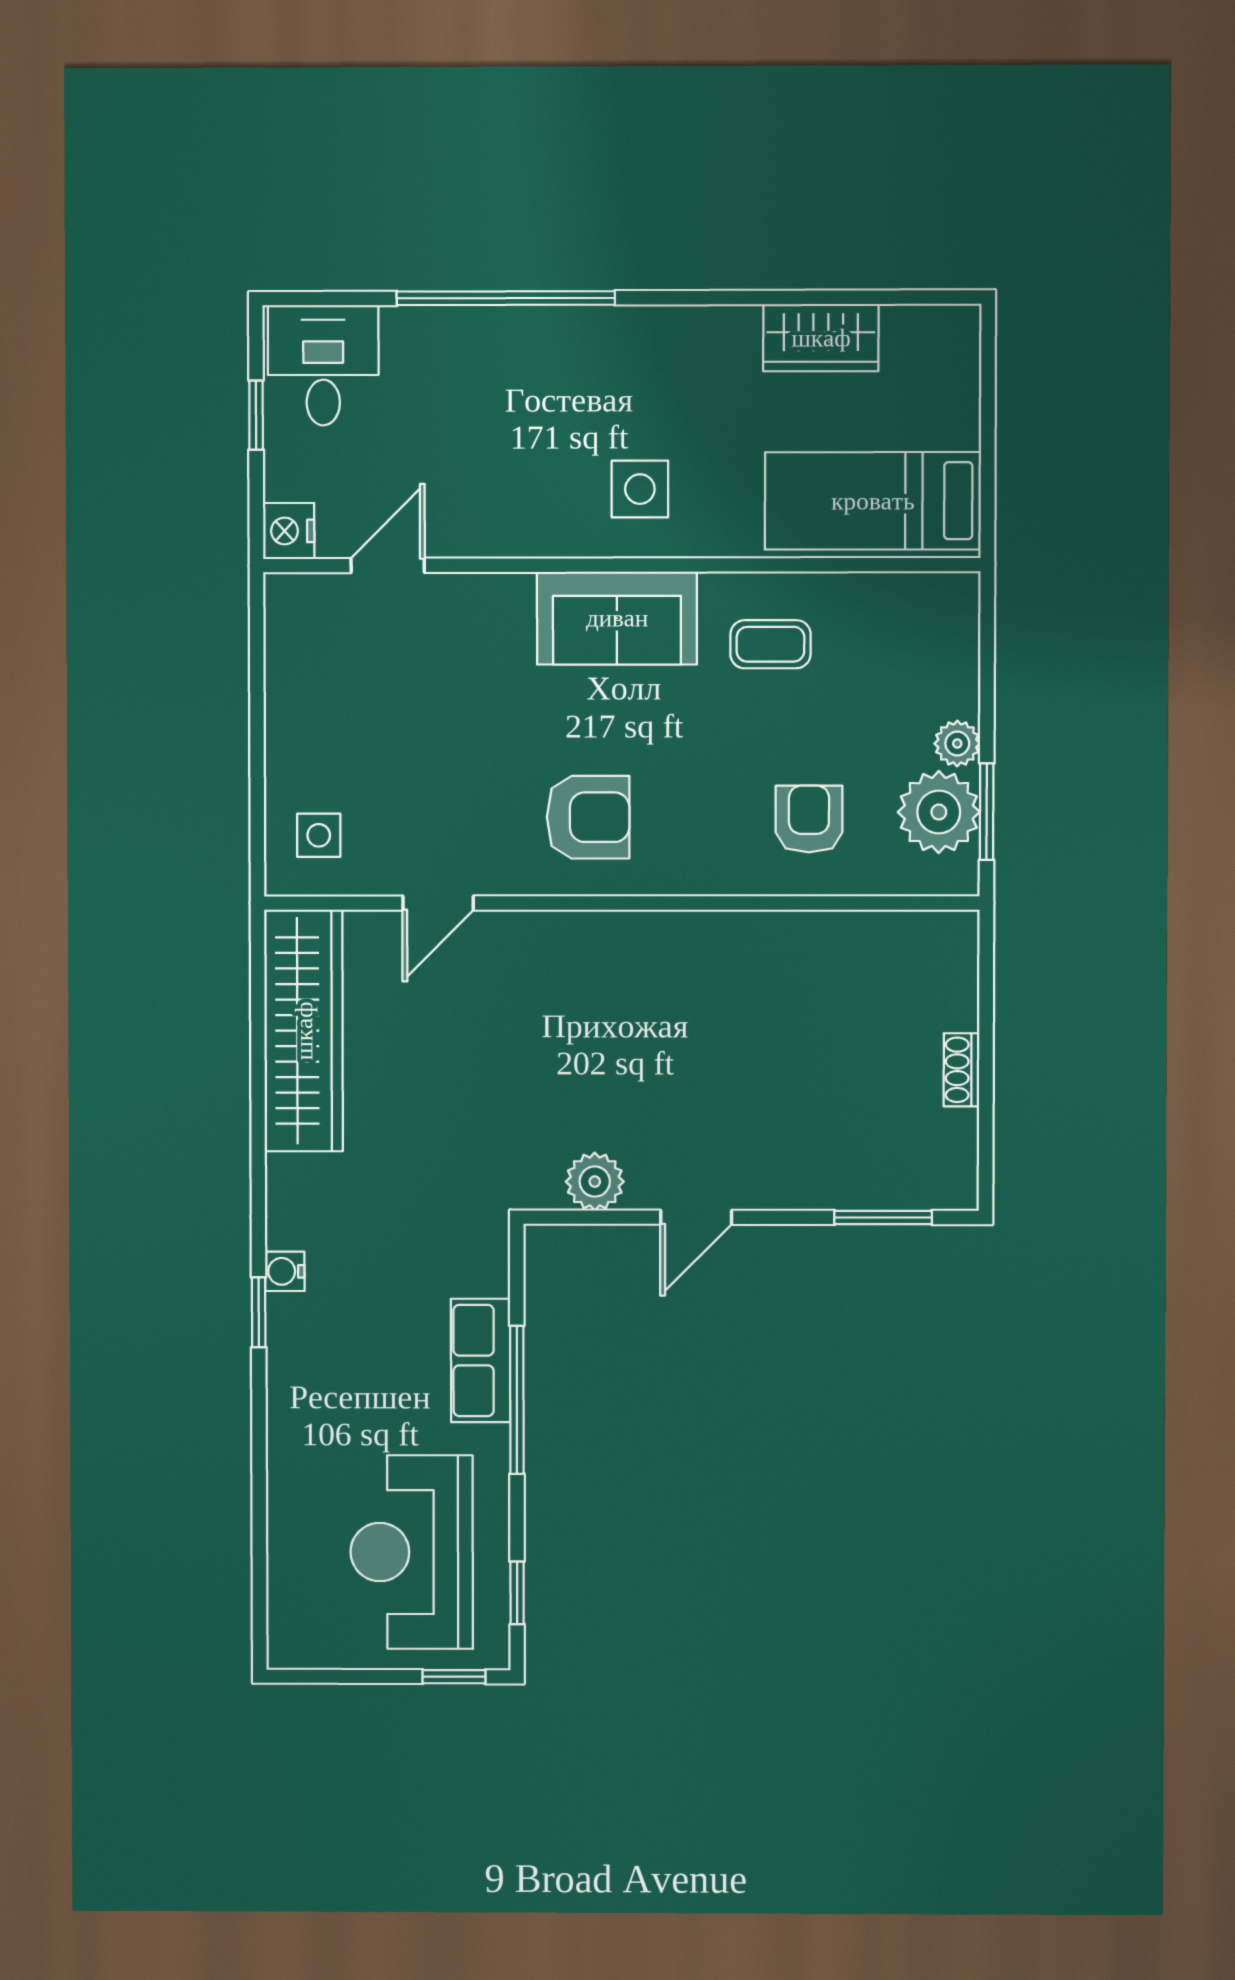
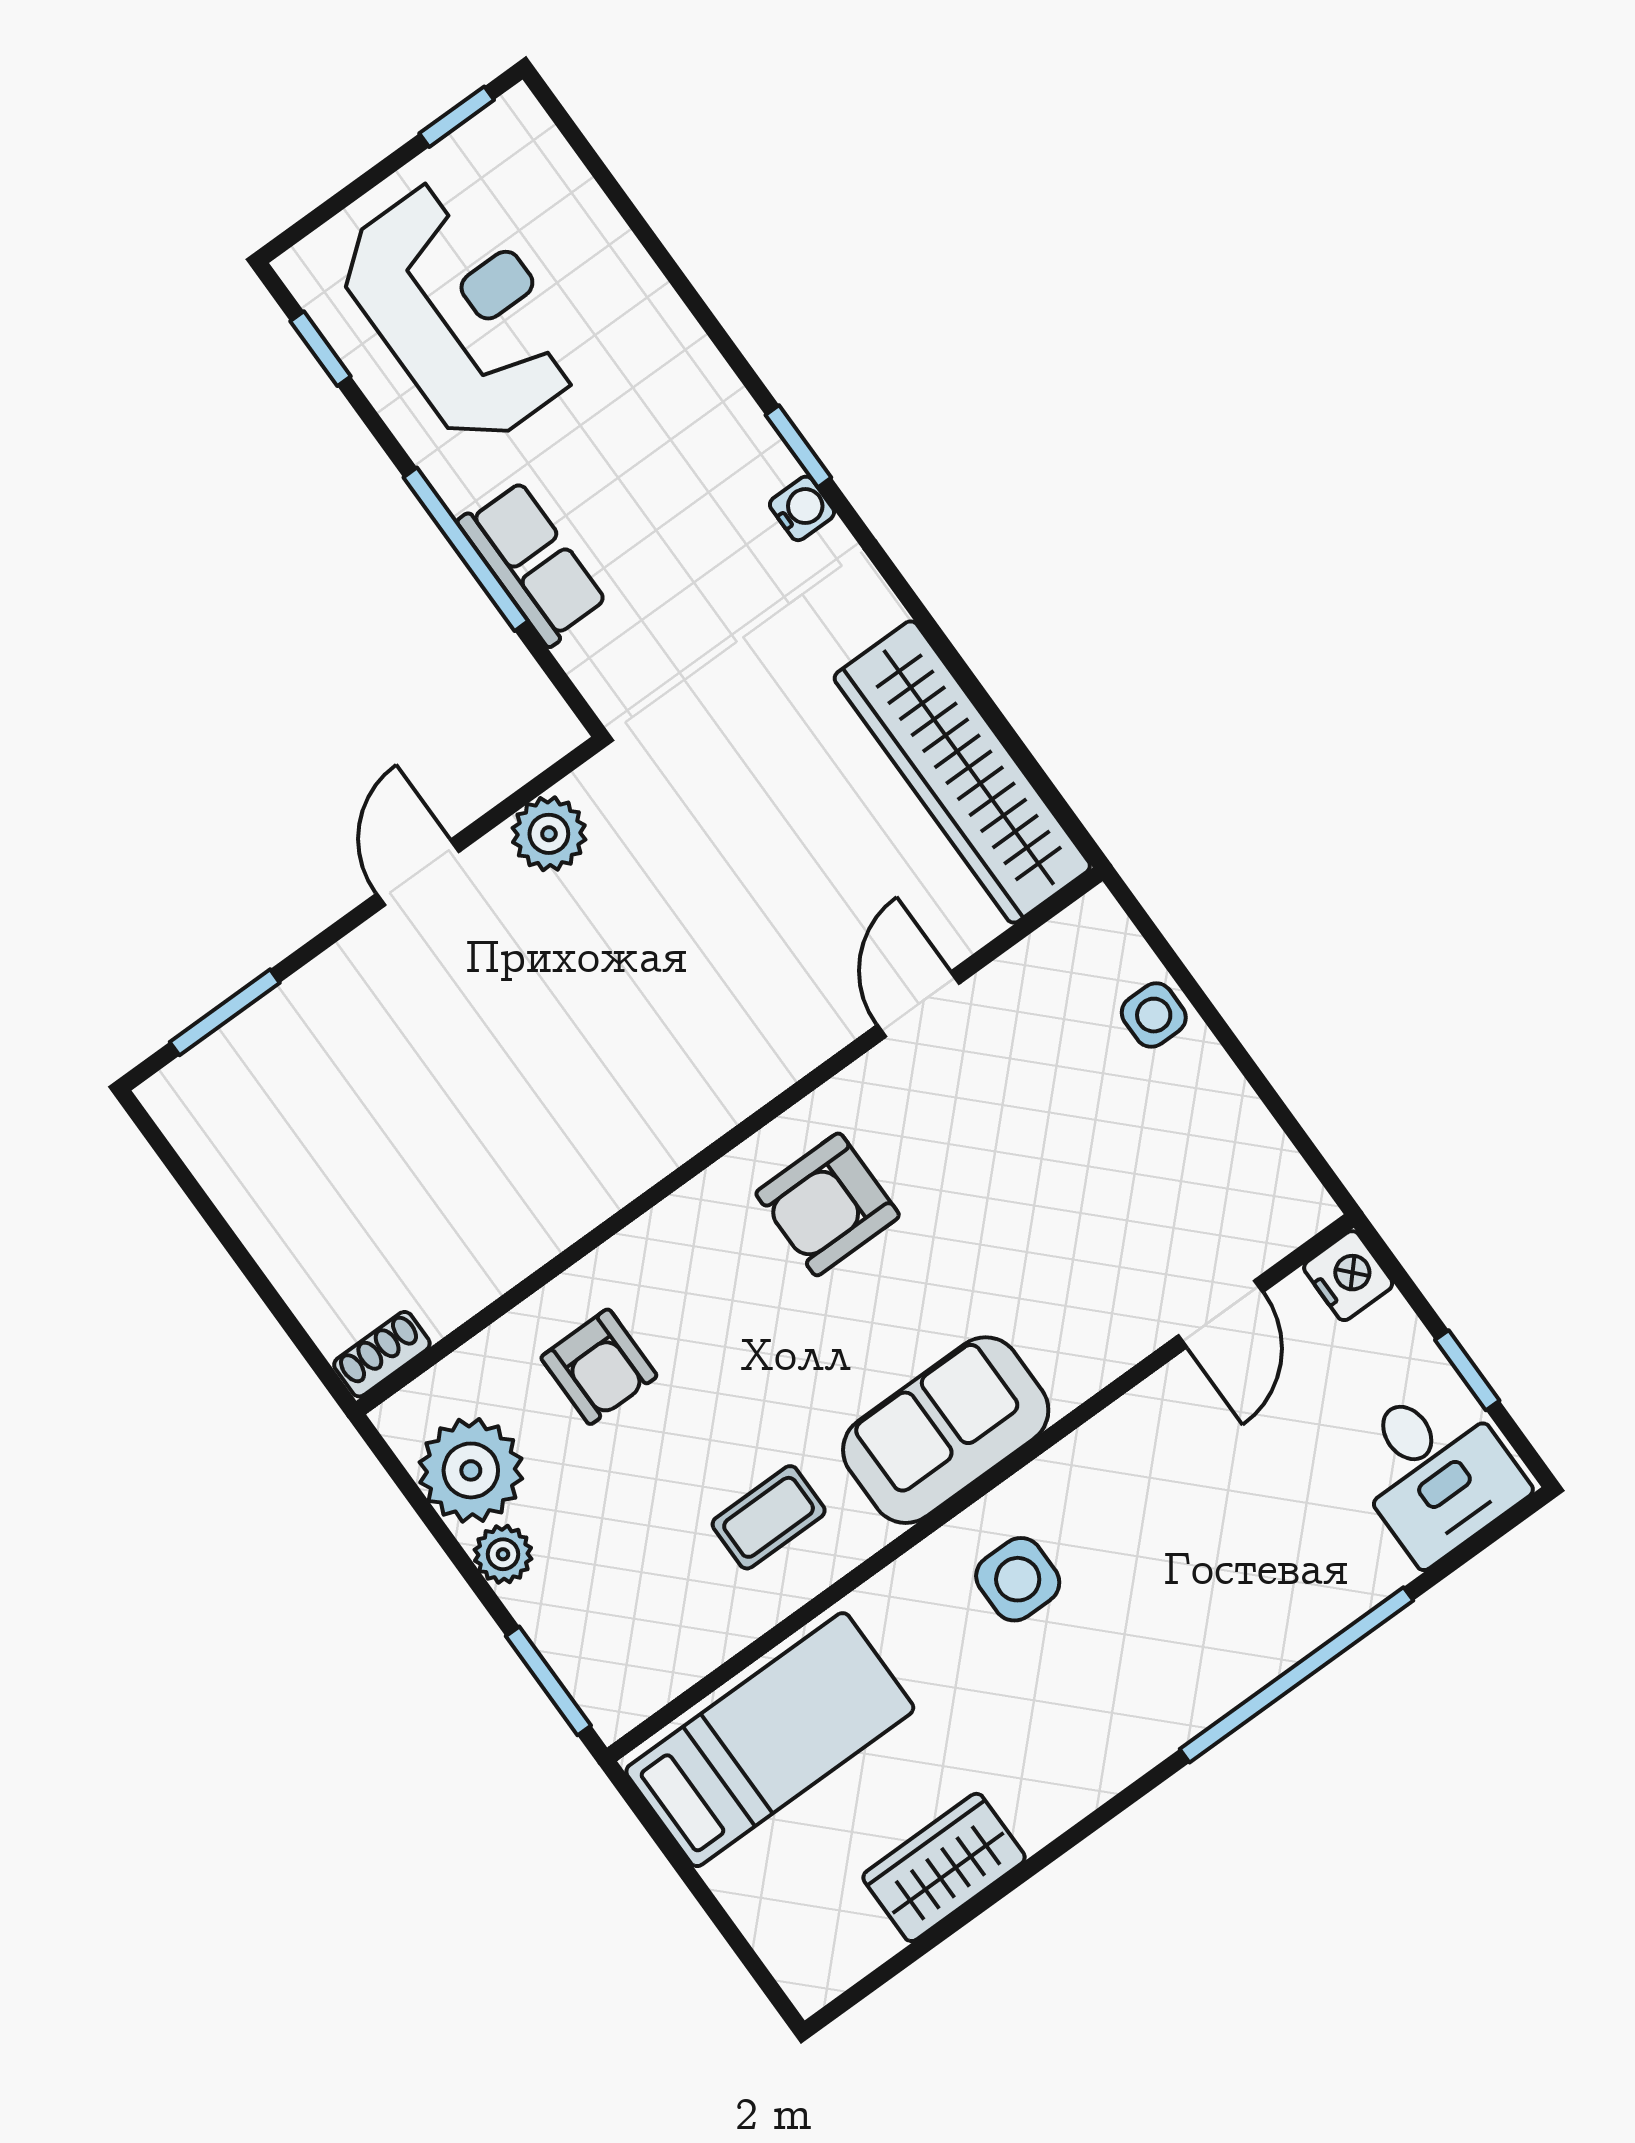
window: (987, 812) -> (548, 1681), moved
side table: (319, 835) -> (1154, 1015), moved
shoe rack: (961, 1070) -> (382, 1354), moved, turned -90
window: (454, 1677) -> (457, 117), moved

